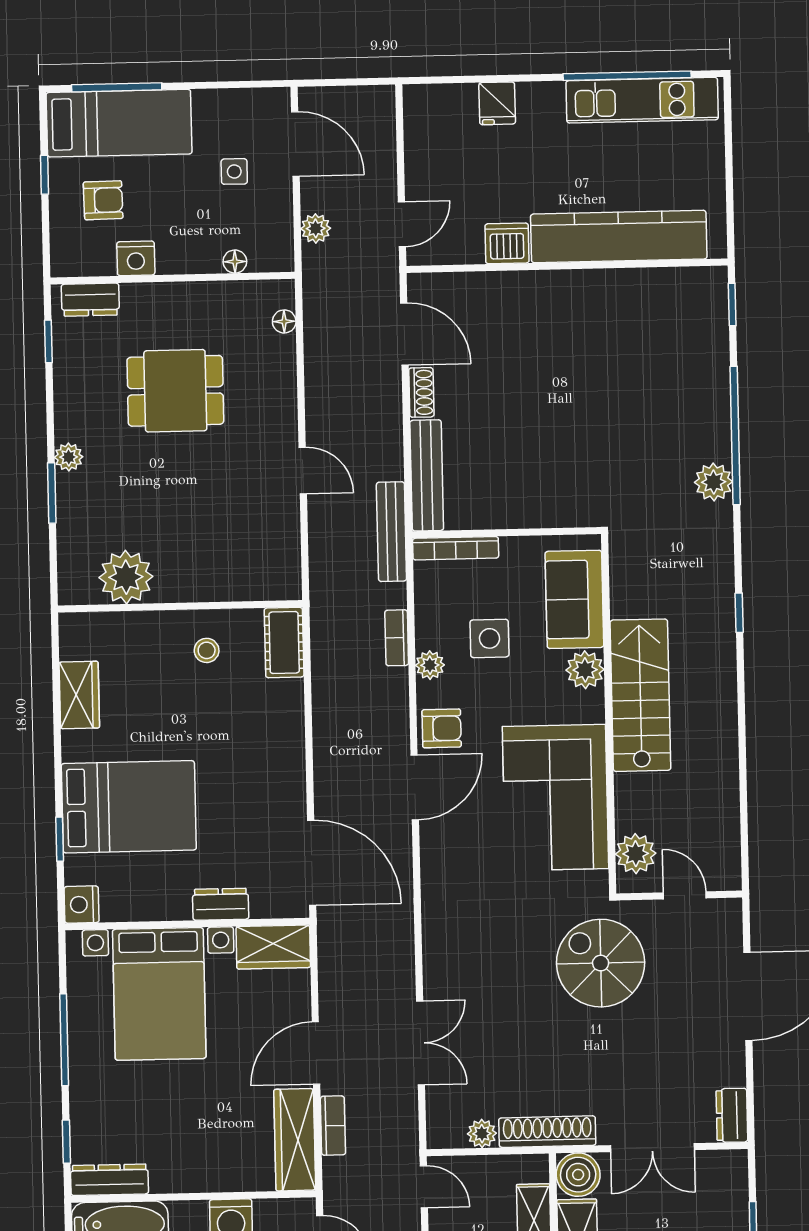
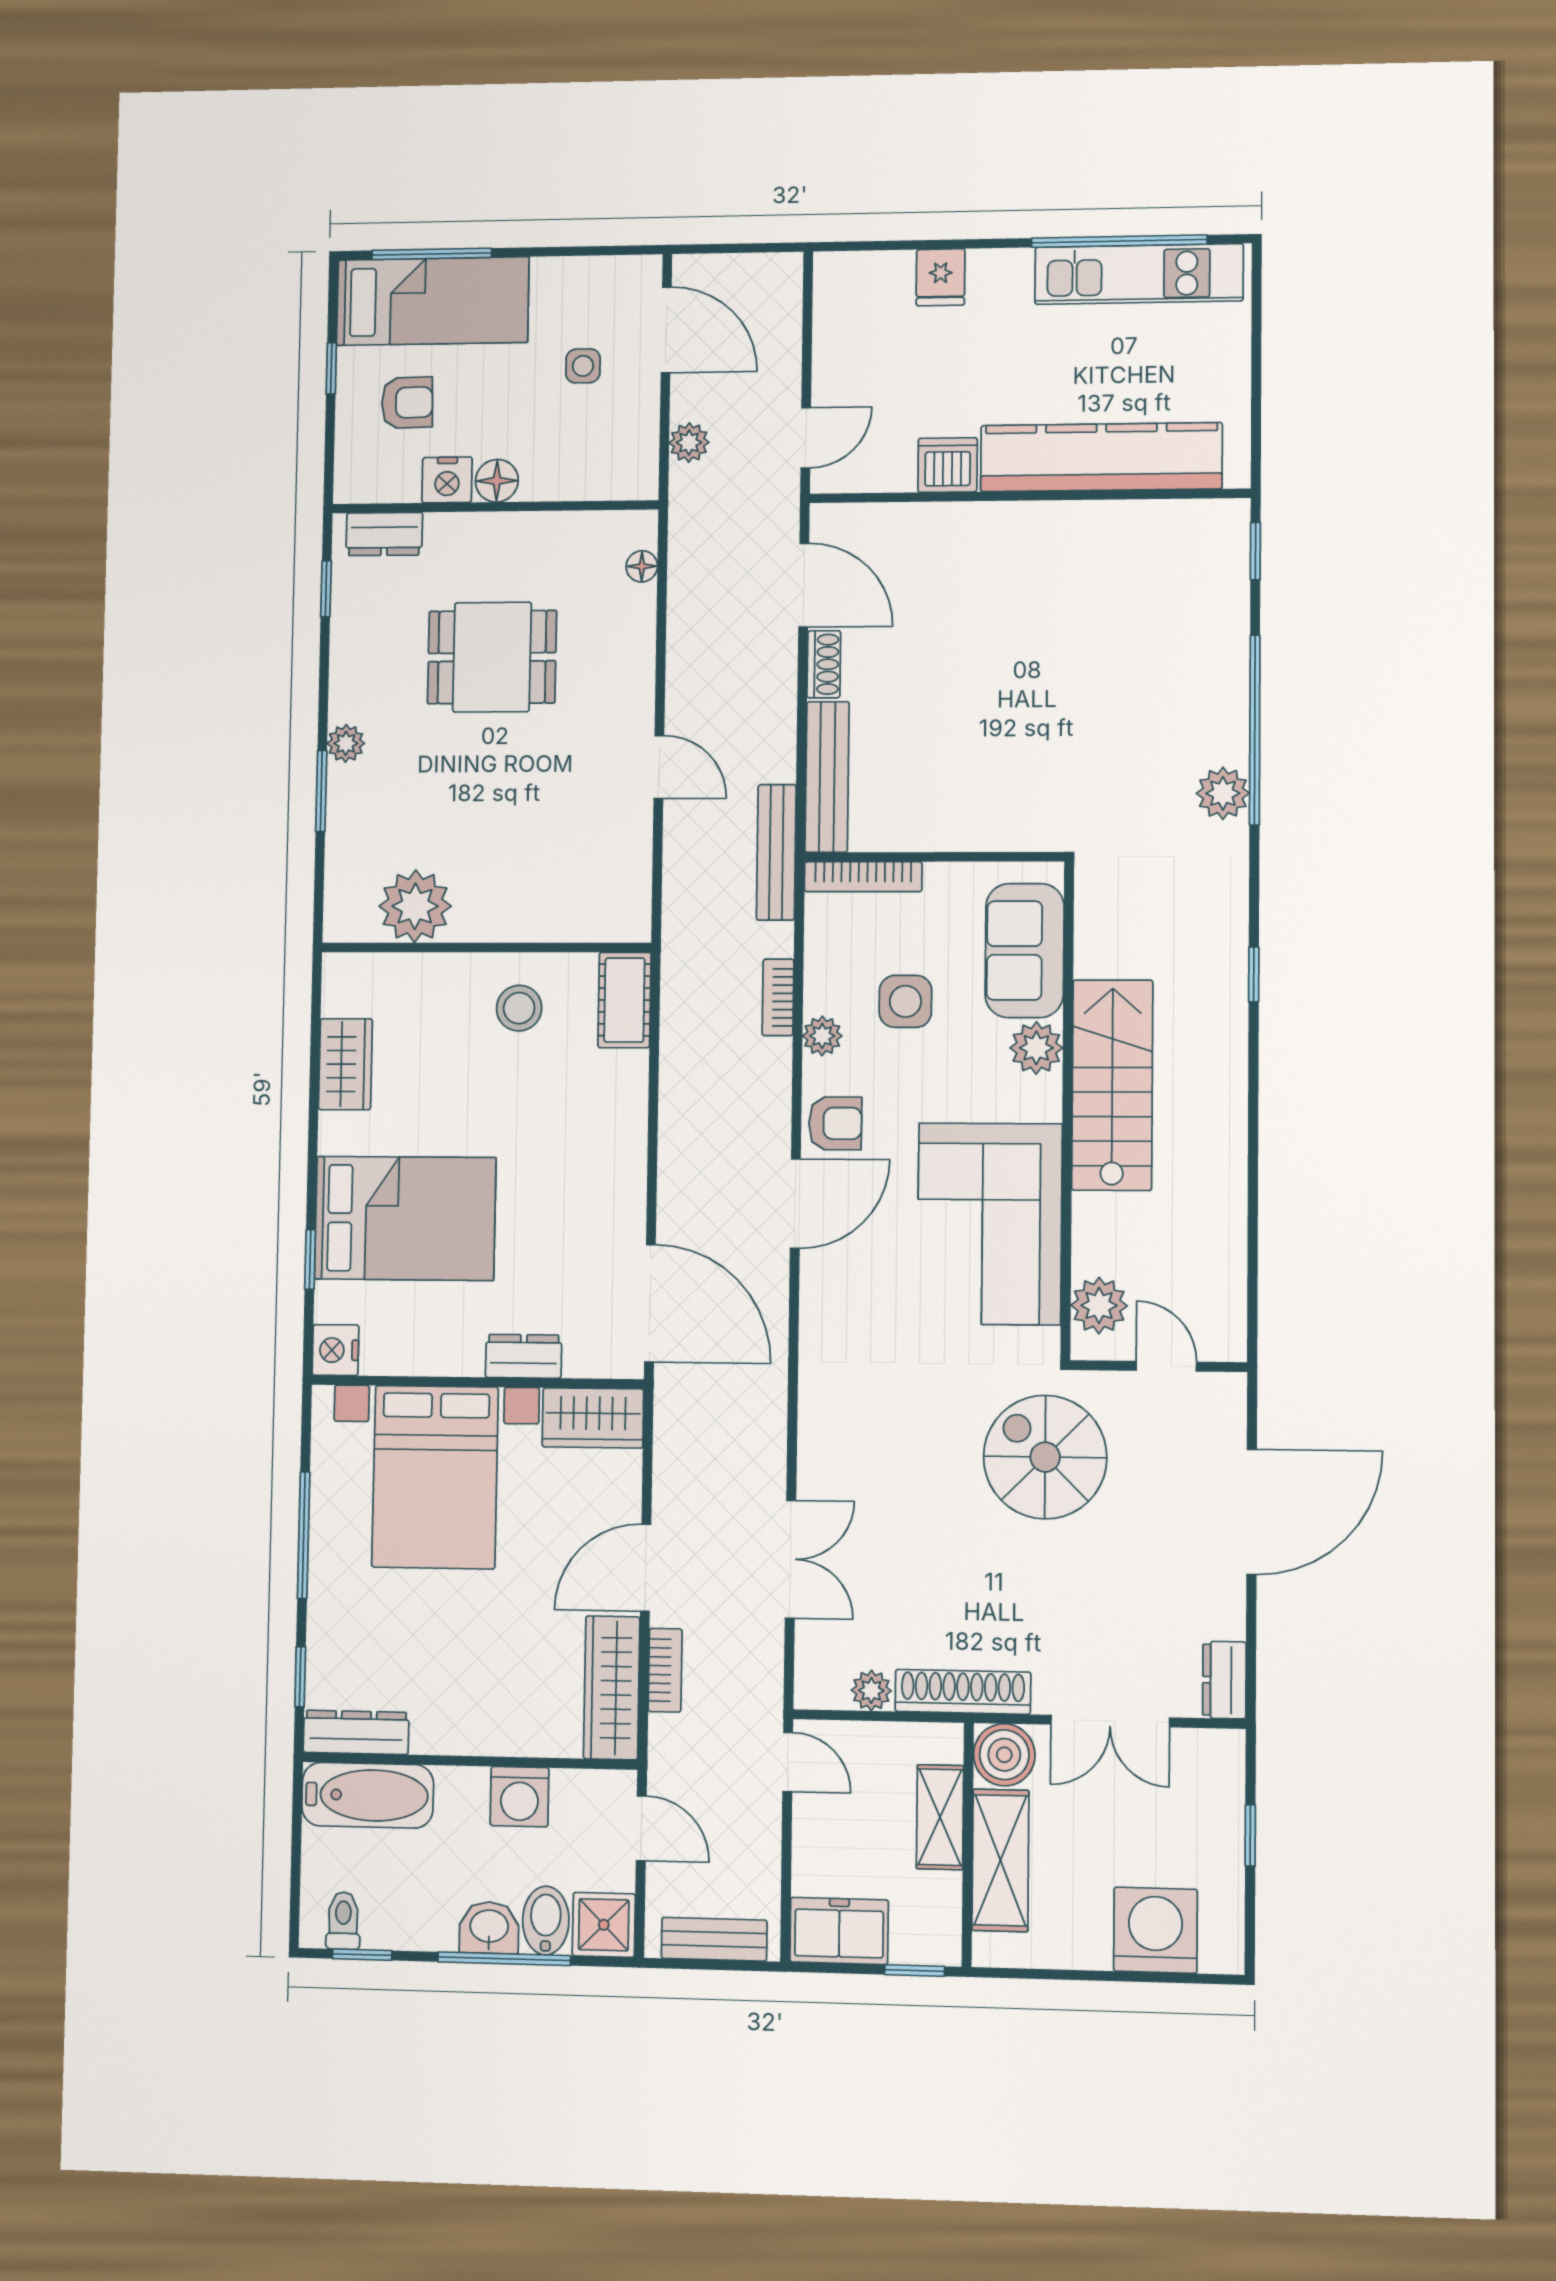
floor lamp: (235, 262) -> (497, 481), moved, width x1.37, depth x1.37
stool: (207, 650) -> (519, 1008), width x1.37, depth x1.37

